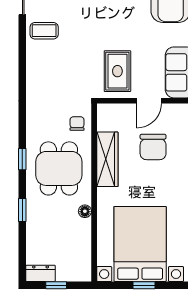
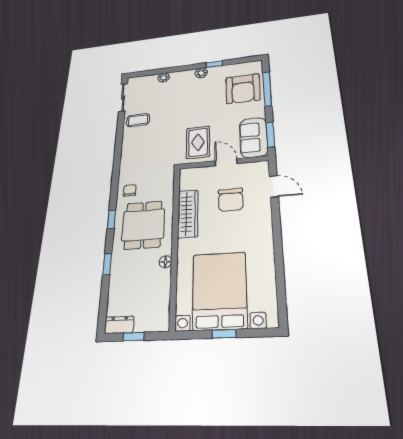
door: (149, 101) -> (226, 162), swing flipped
chair: (77, 124) -> (130, 190), moved

